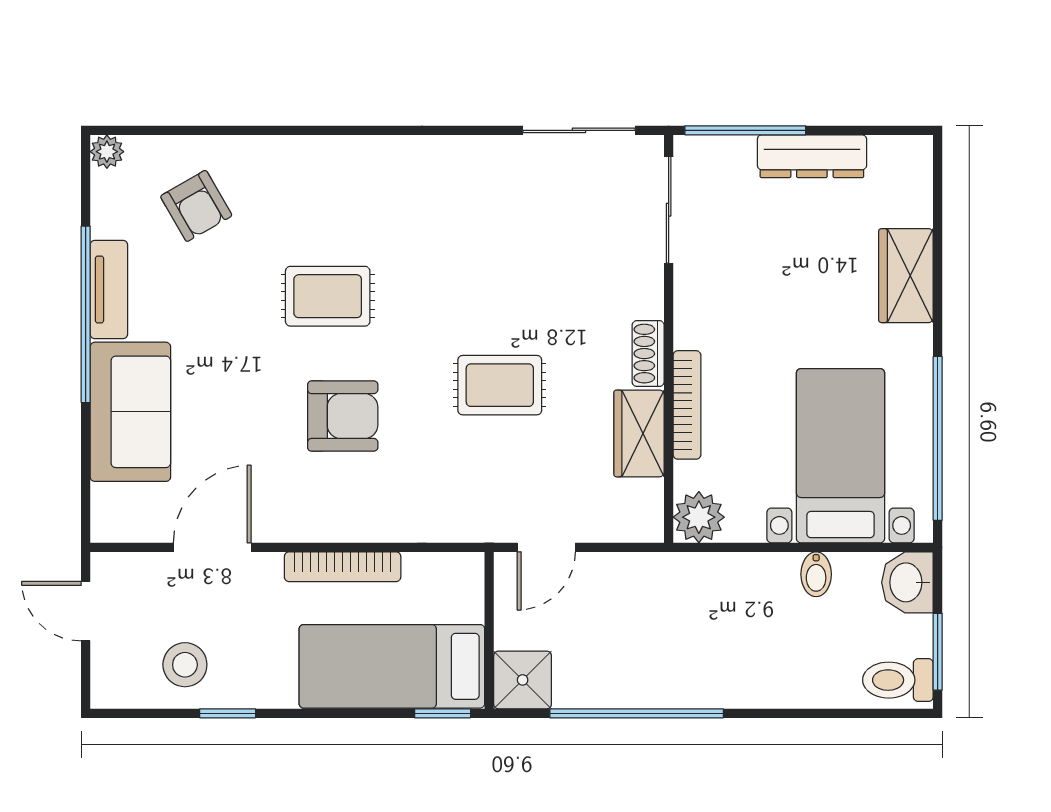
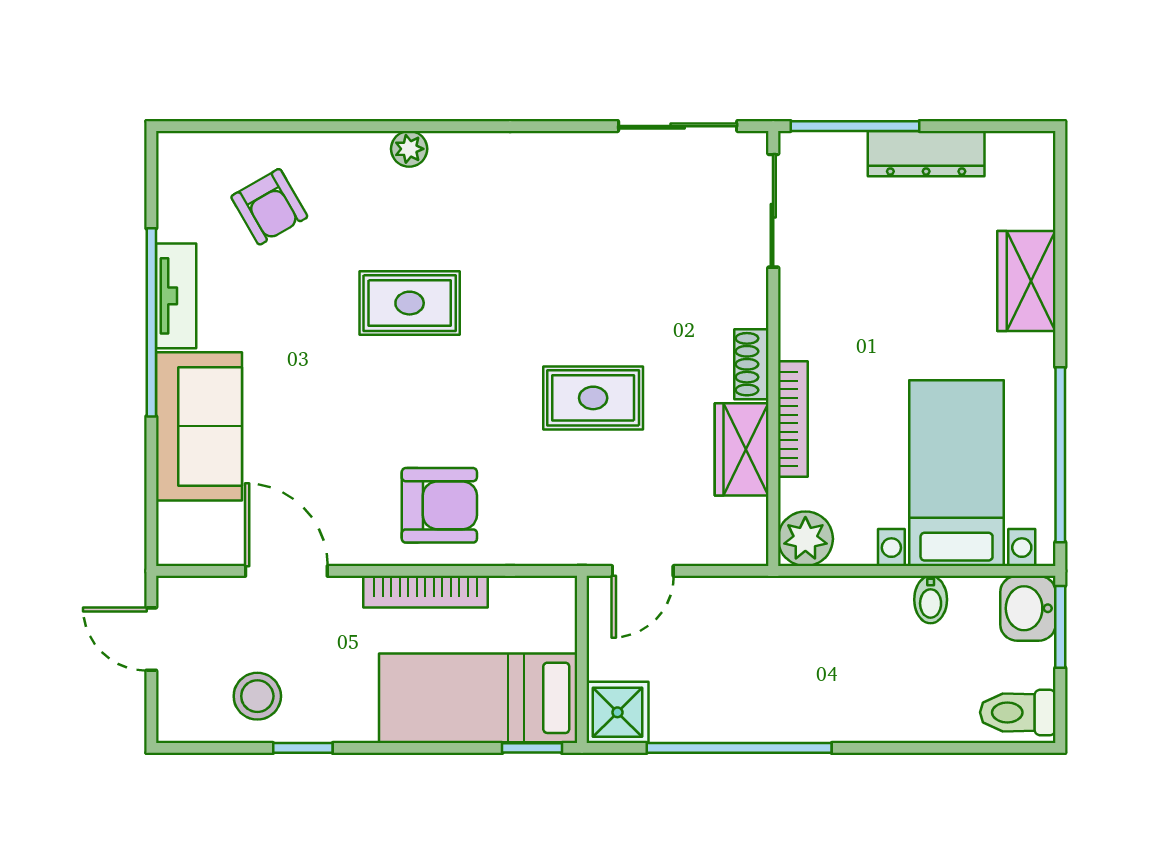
plant: (107, 152) -> (409, 149), moved
armchair: (343, 416) -> (439, 505), moved
door: (212, 547) -> (286, 571), hinge flipped
window: (938, 652) -> (1060, 627), moved

